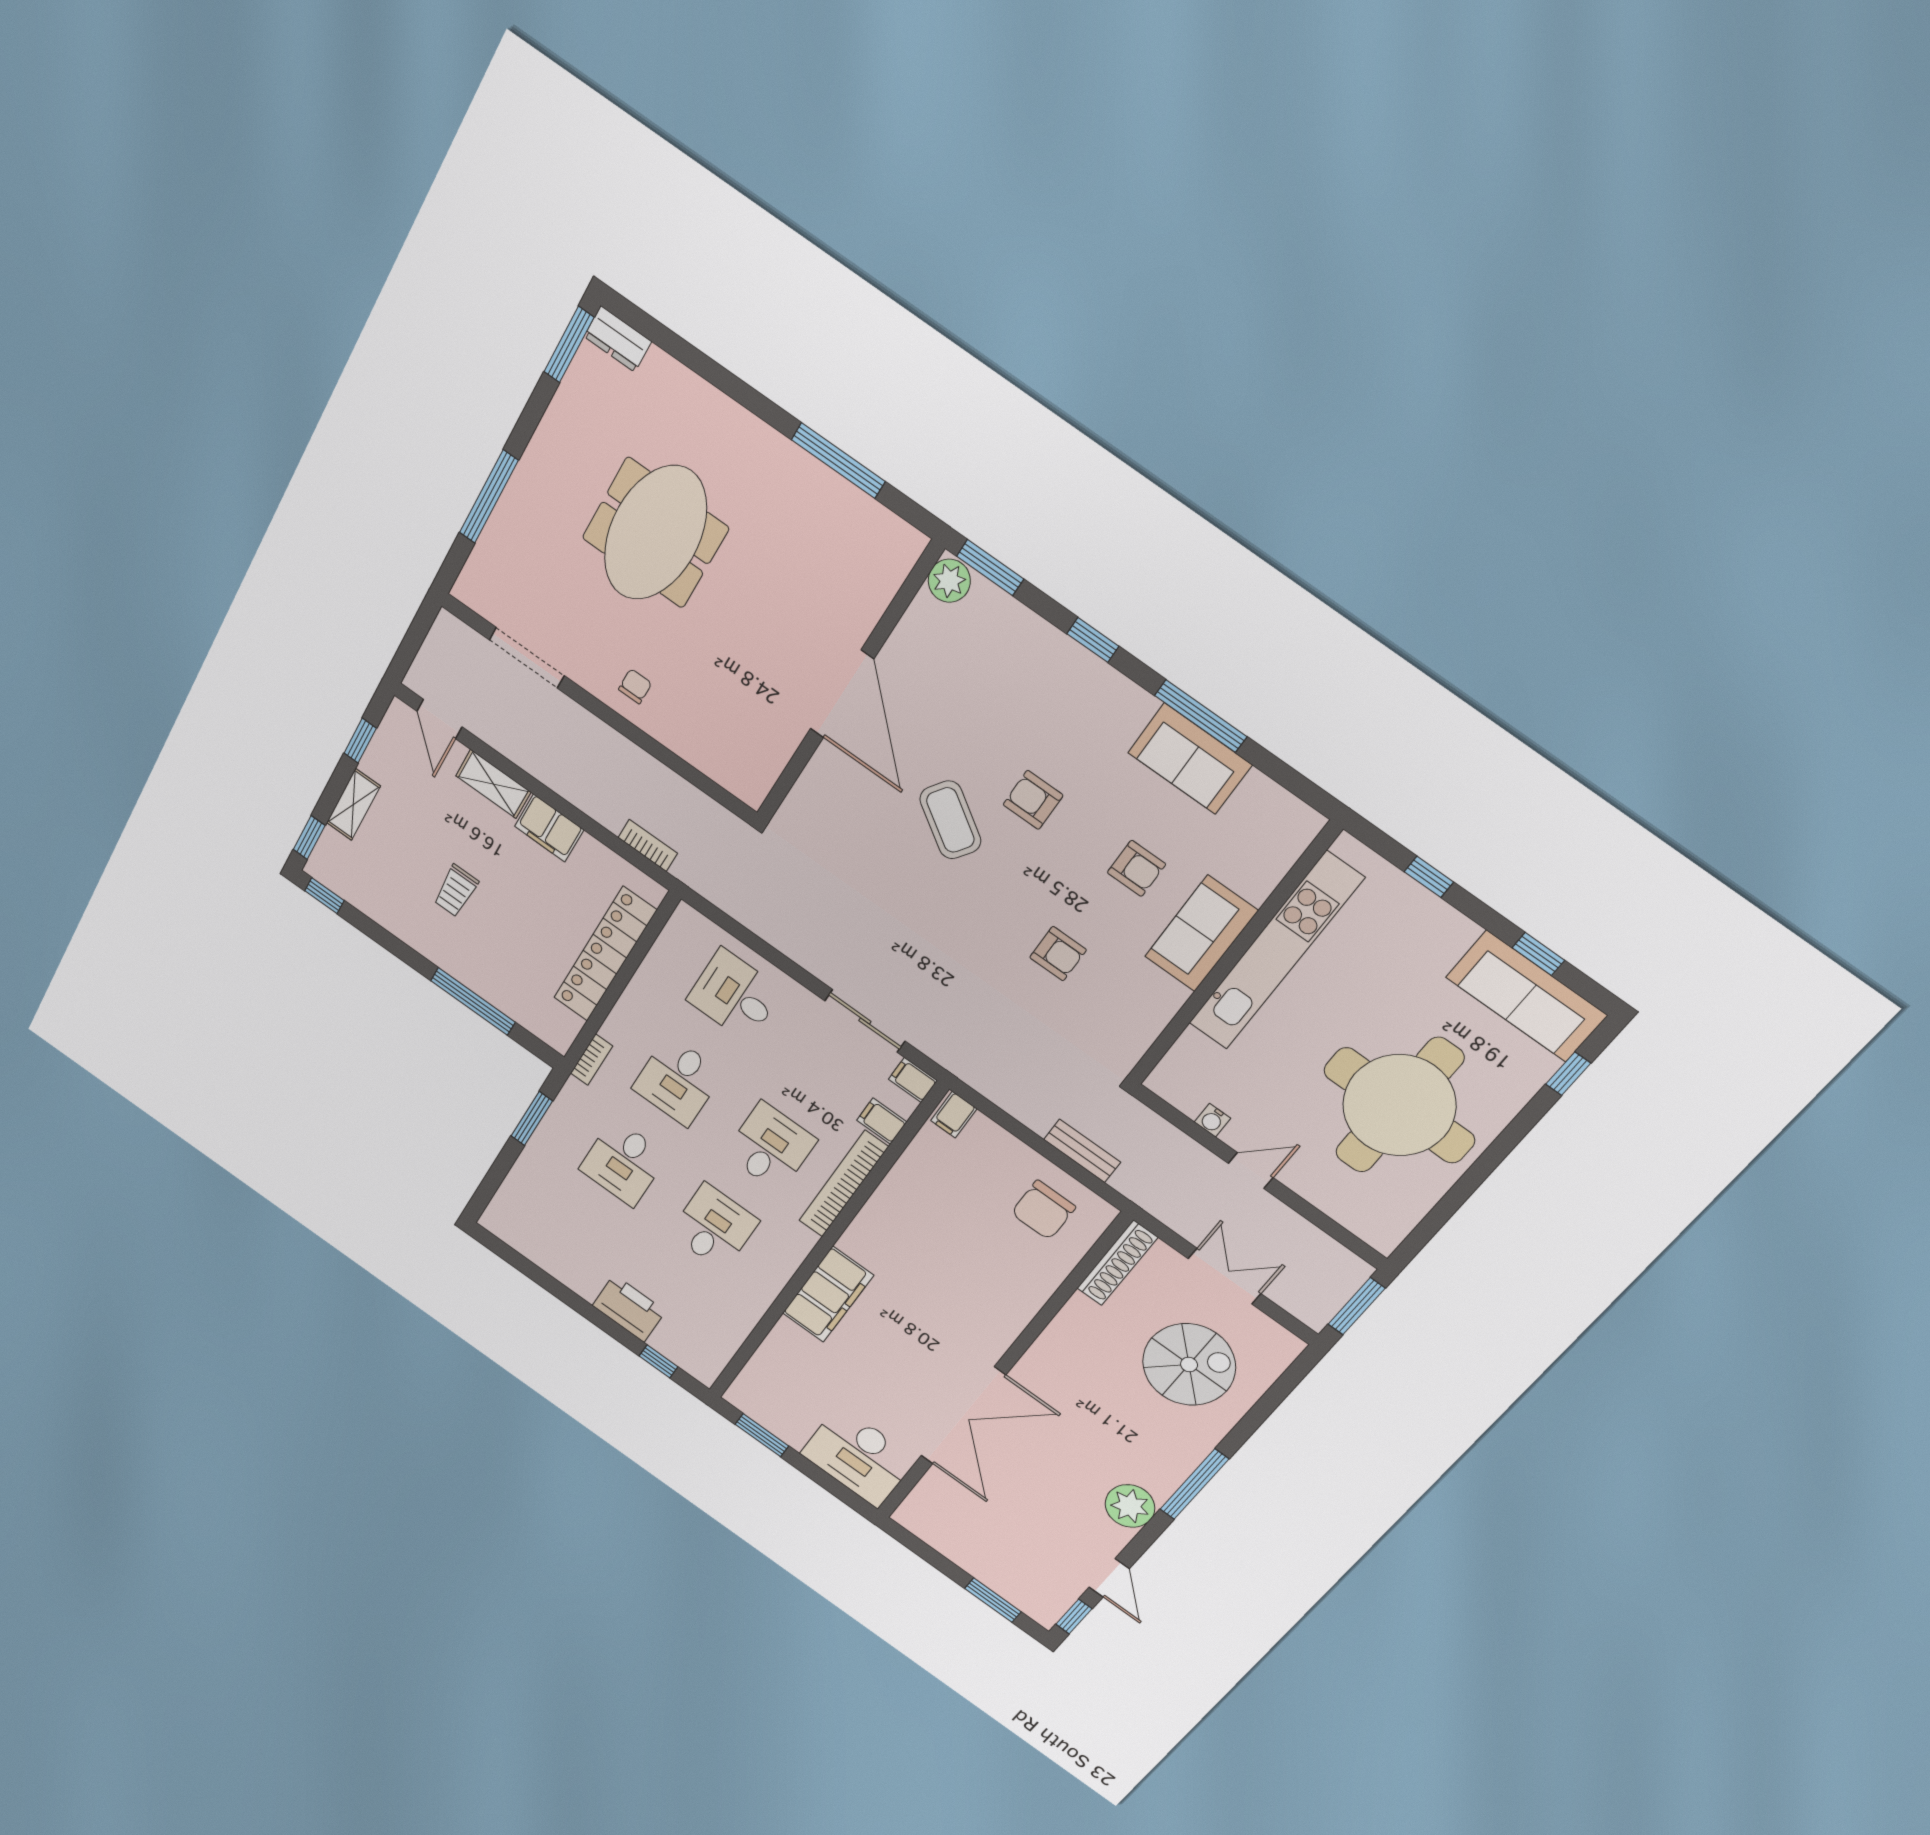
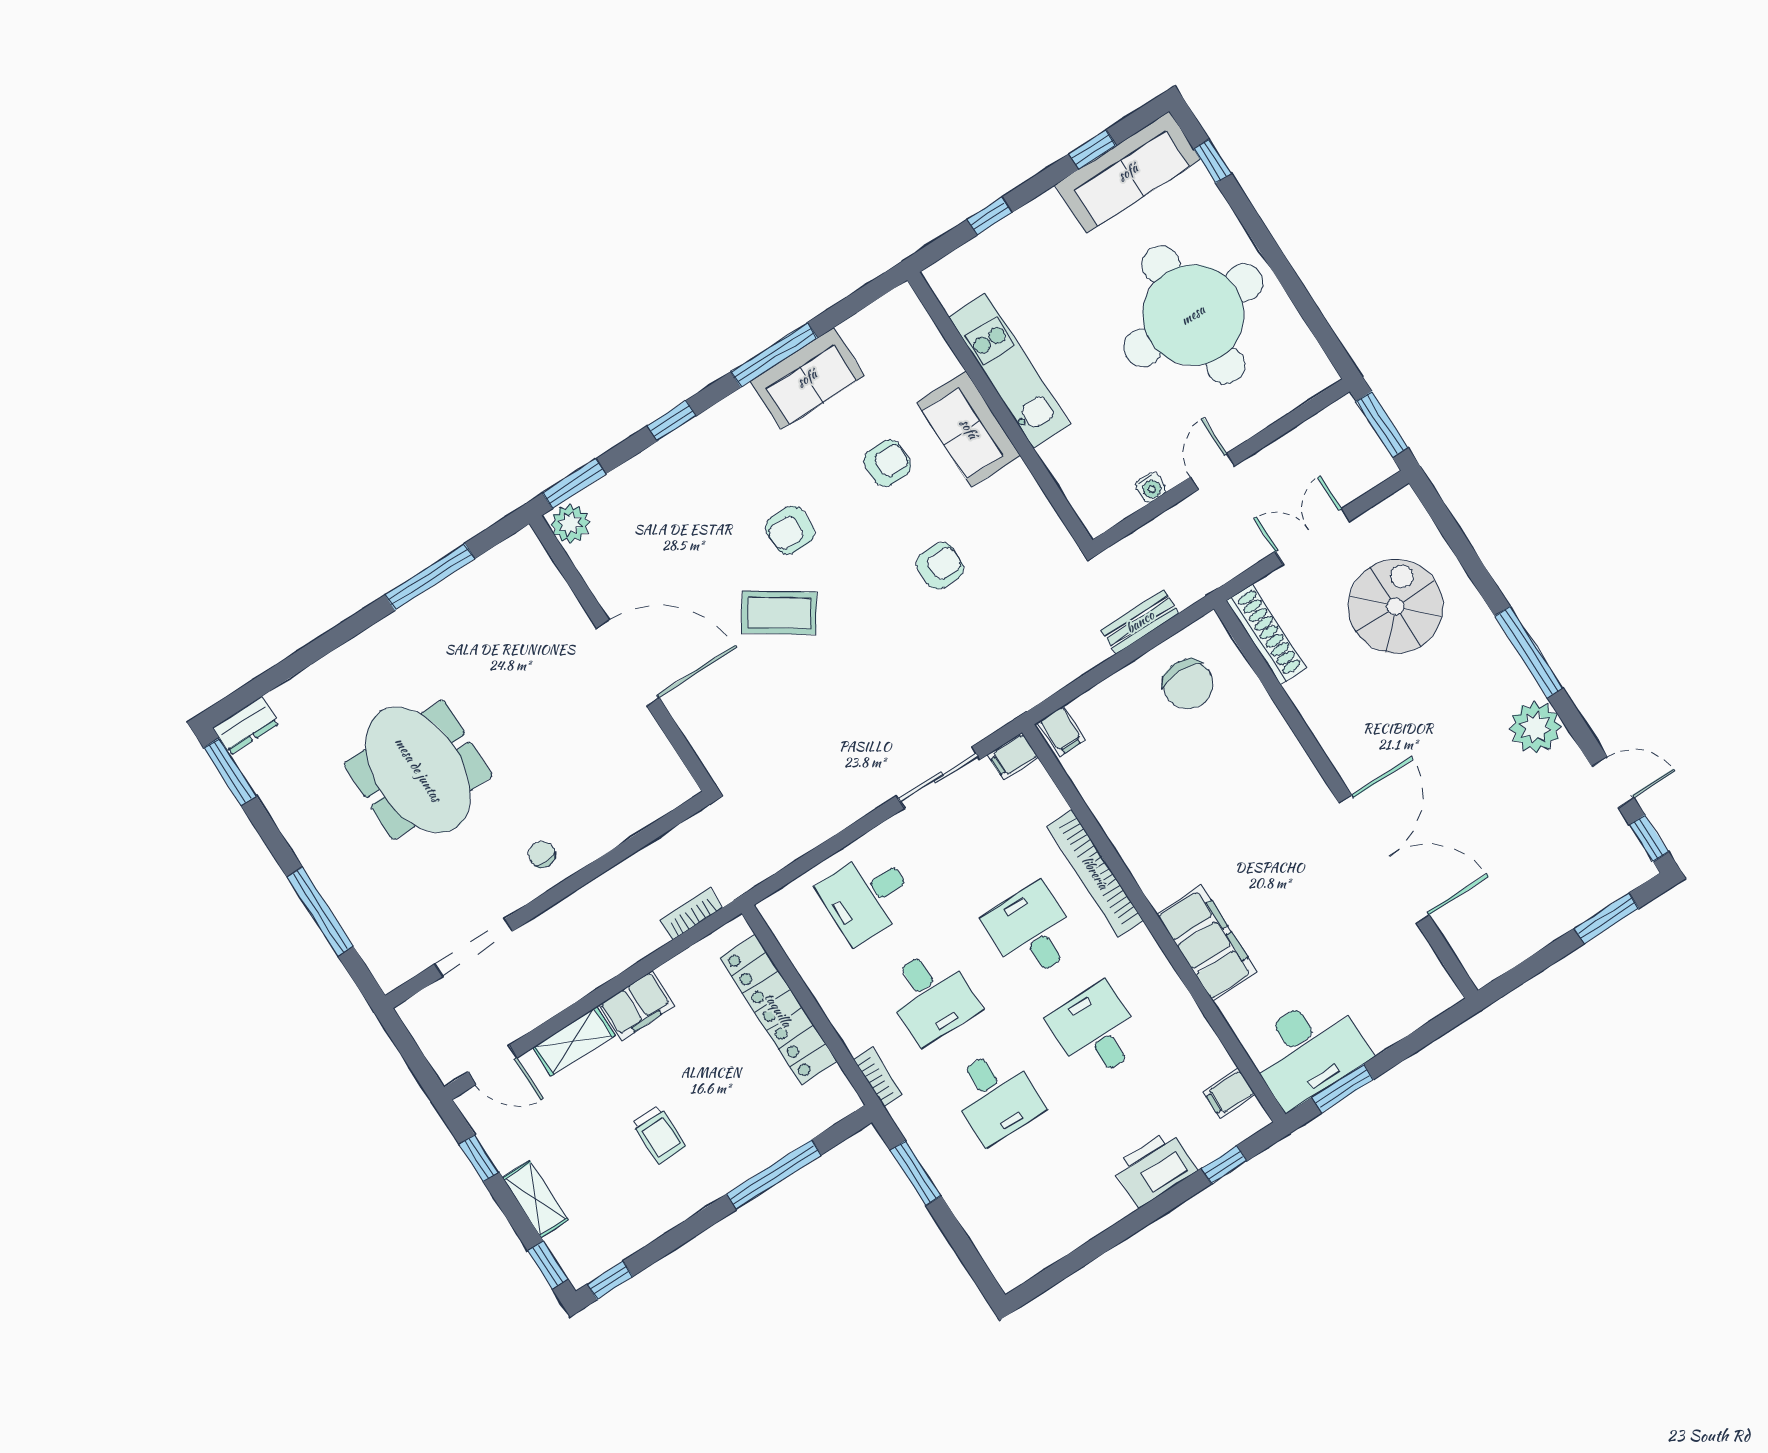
kitchen unit: (1275, 952) -> (1009, 371), width x0.73
filing cabinet: (882, 1121) -> (1229, 1093), moved
desk: (858, 1456) -> (1308, 1050), moved

